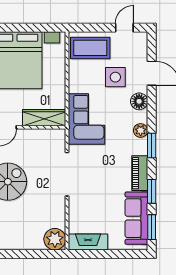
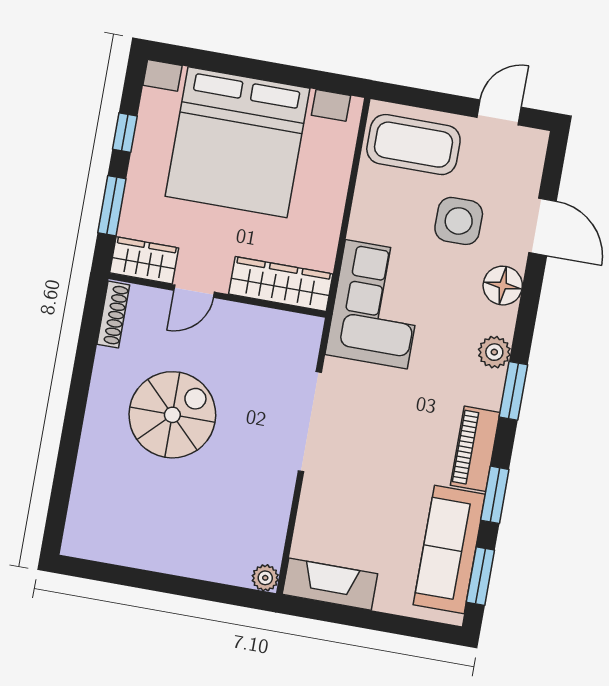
plant: (55, 239) -> (265, 578), width x0.53, depth x0.53

